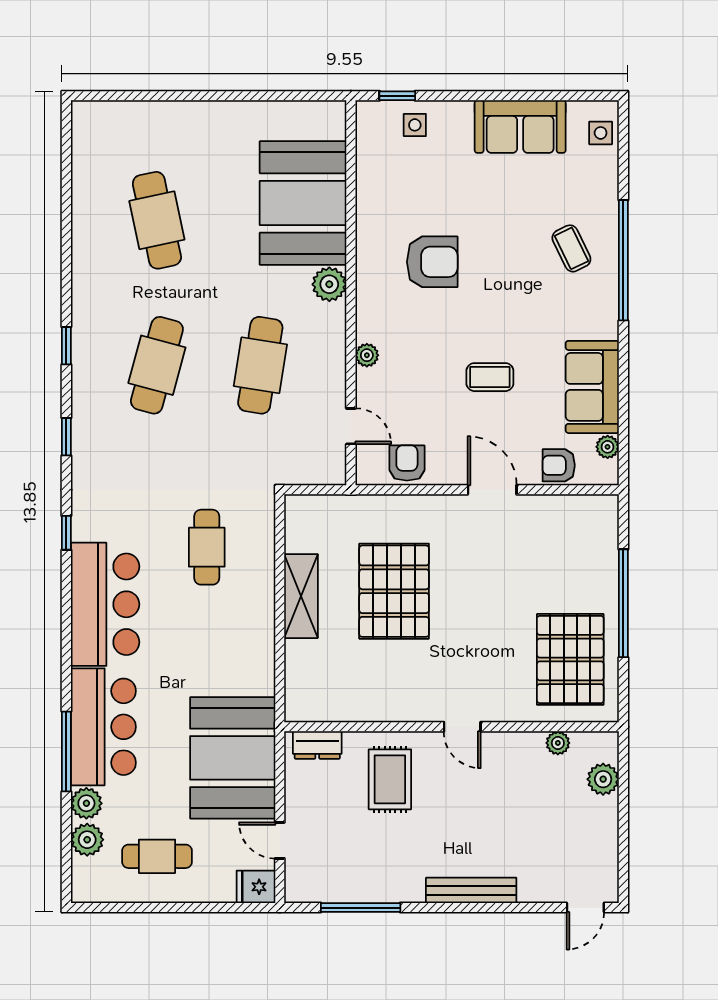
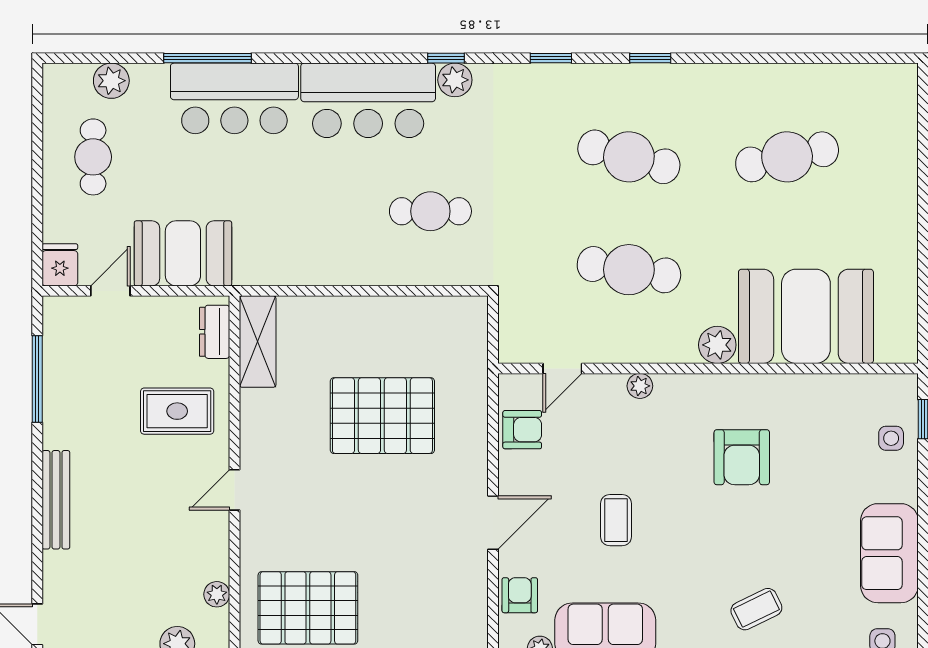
shelving: (301, 596) -> (258, 342), moved, turned 90
booth: (233, 758) -> (183, 253), width x0.73, depth x0.70
plant: (86, 803) -> (455, 80), moved

